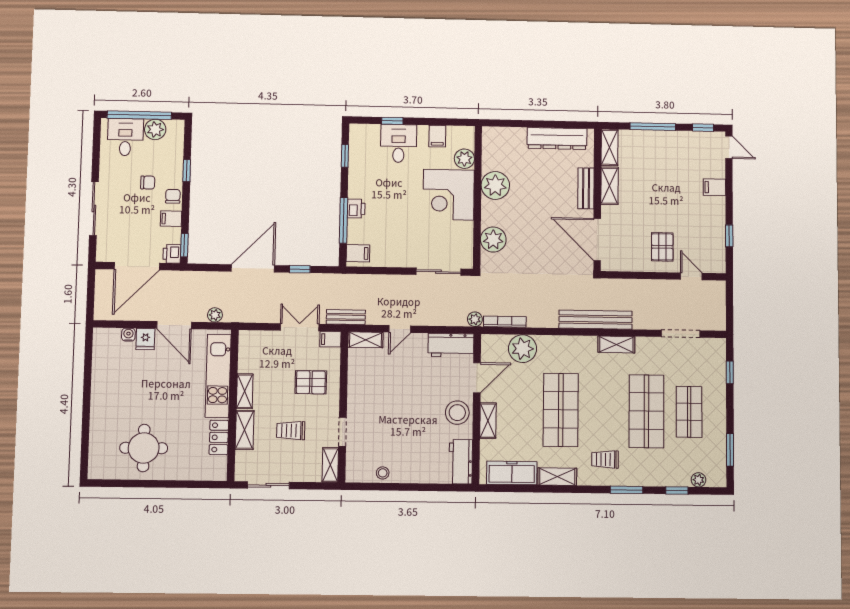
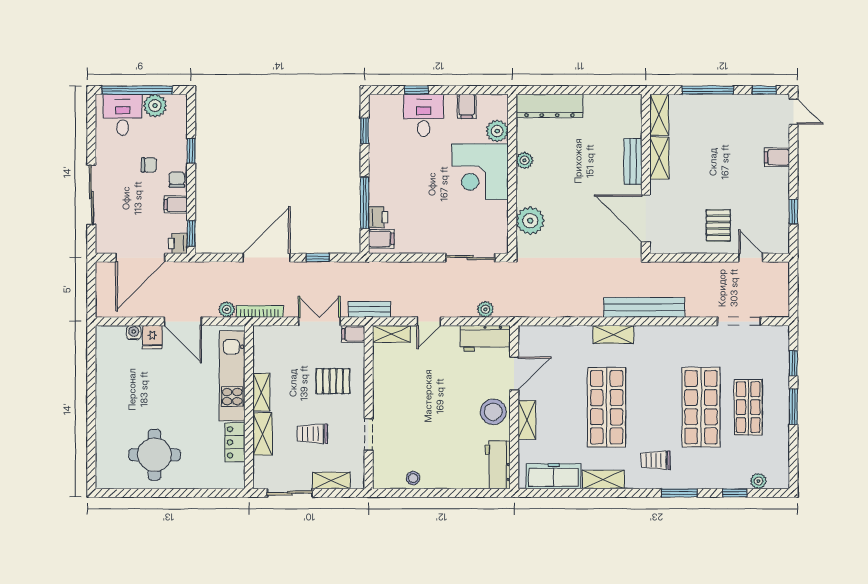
dresser: (557, 138) -> (549, 106), moved
plant: (495, 185) -> (525, 160), width x0.53, depth x0.53
printer: (356, 209) -> (378, 217), moved
plant: (475, 319) -> (485, 309), moved
bookcase: (505, 322) -> (260, 311), moved
shelving: (616, 344) -> (613, 334), moved
plant: (523, 349) -> (564, 341), removed
window: (730, 450) -> (793, 407), moved
shelving: (330, 465) -> (331, 481), moved, turned 90

